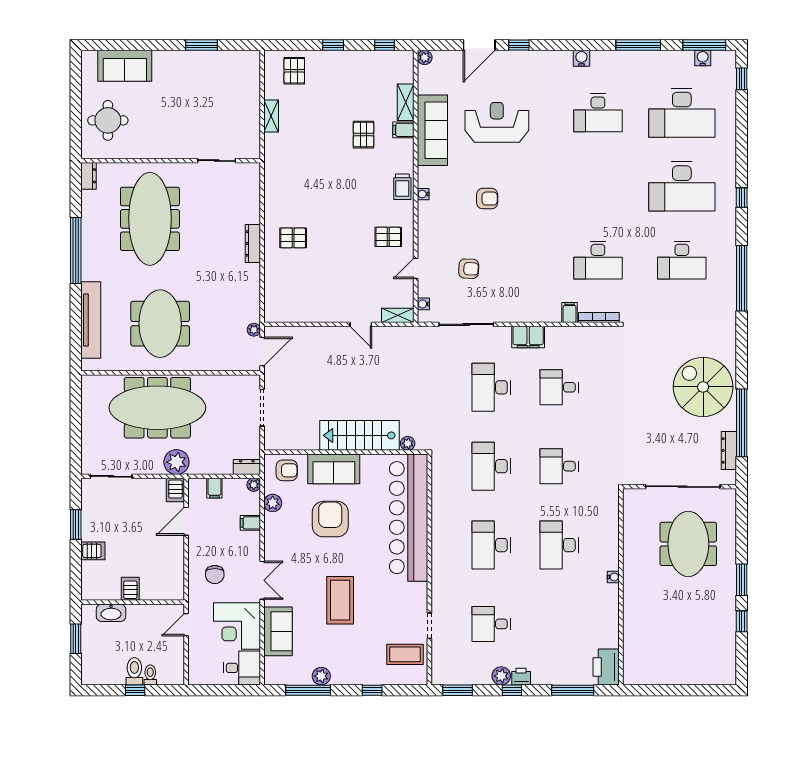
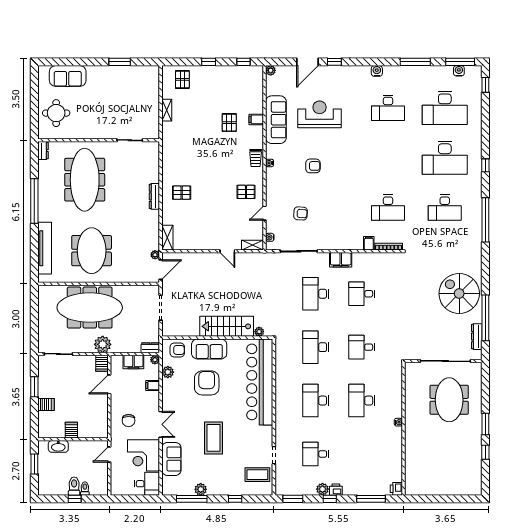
shelving: (406, 102) -> (167, 238), moved
filing cabinet: (214, 488) -> (133, 362), width x2.00
printer: (606, 667) -> (396, 489), width x0.53, depth x0.68

